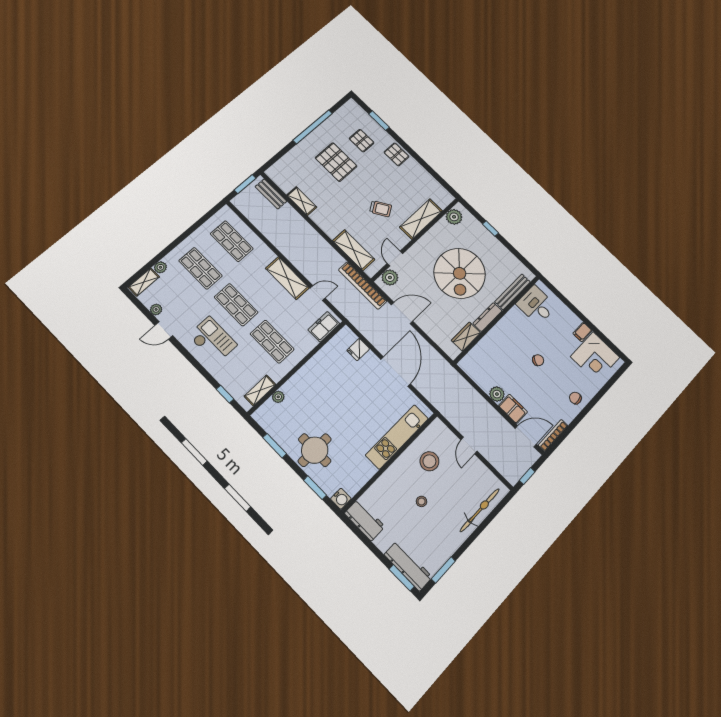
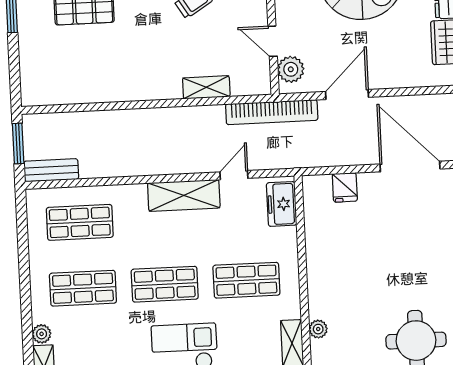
bench: (271, 194) -> (51, 170), moved
shelving: (302, 201) -> (100, 92), removed
shelving: (354, 250) -> (206, 87), width x0.67, depth x0.75

